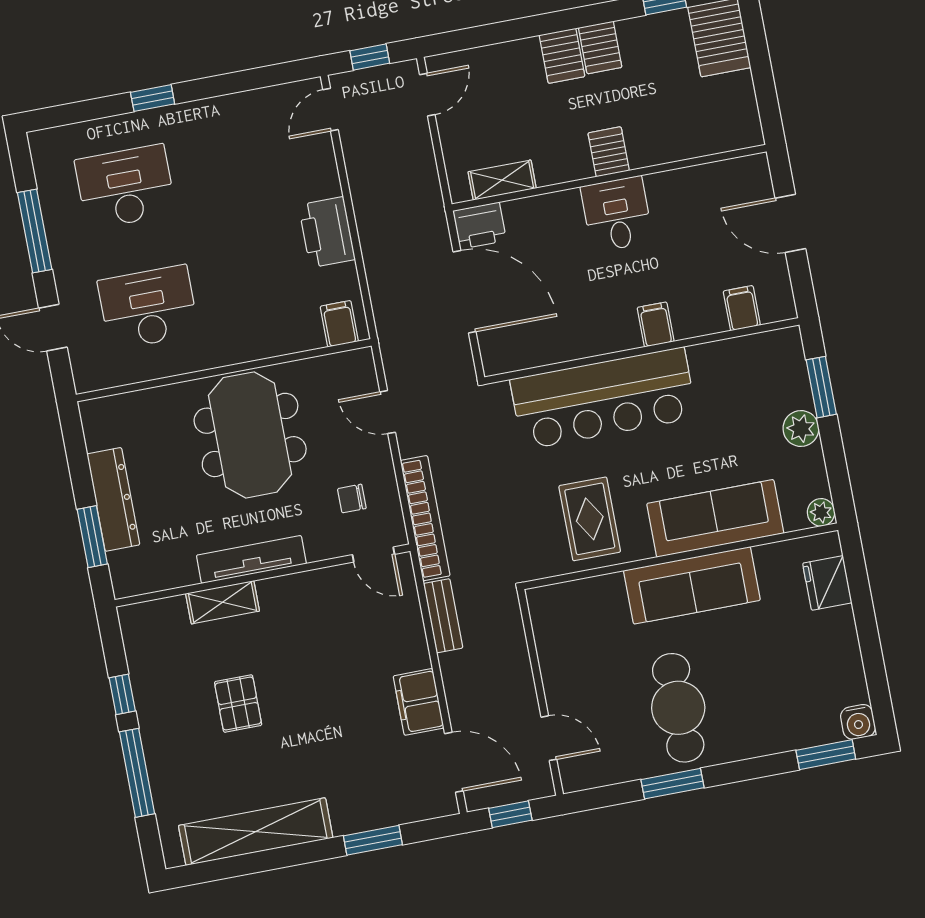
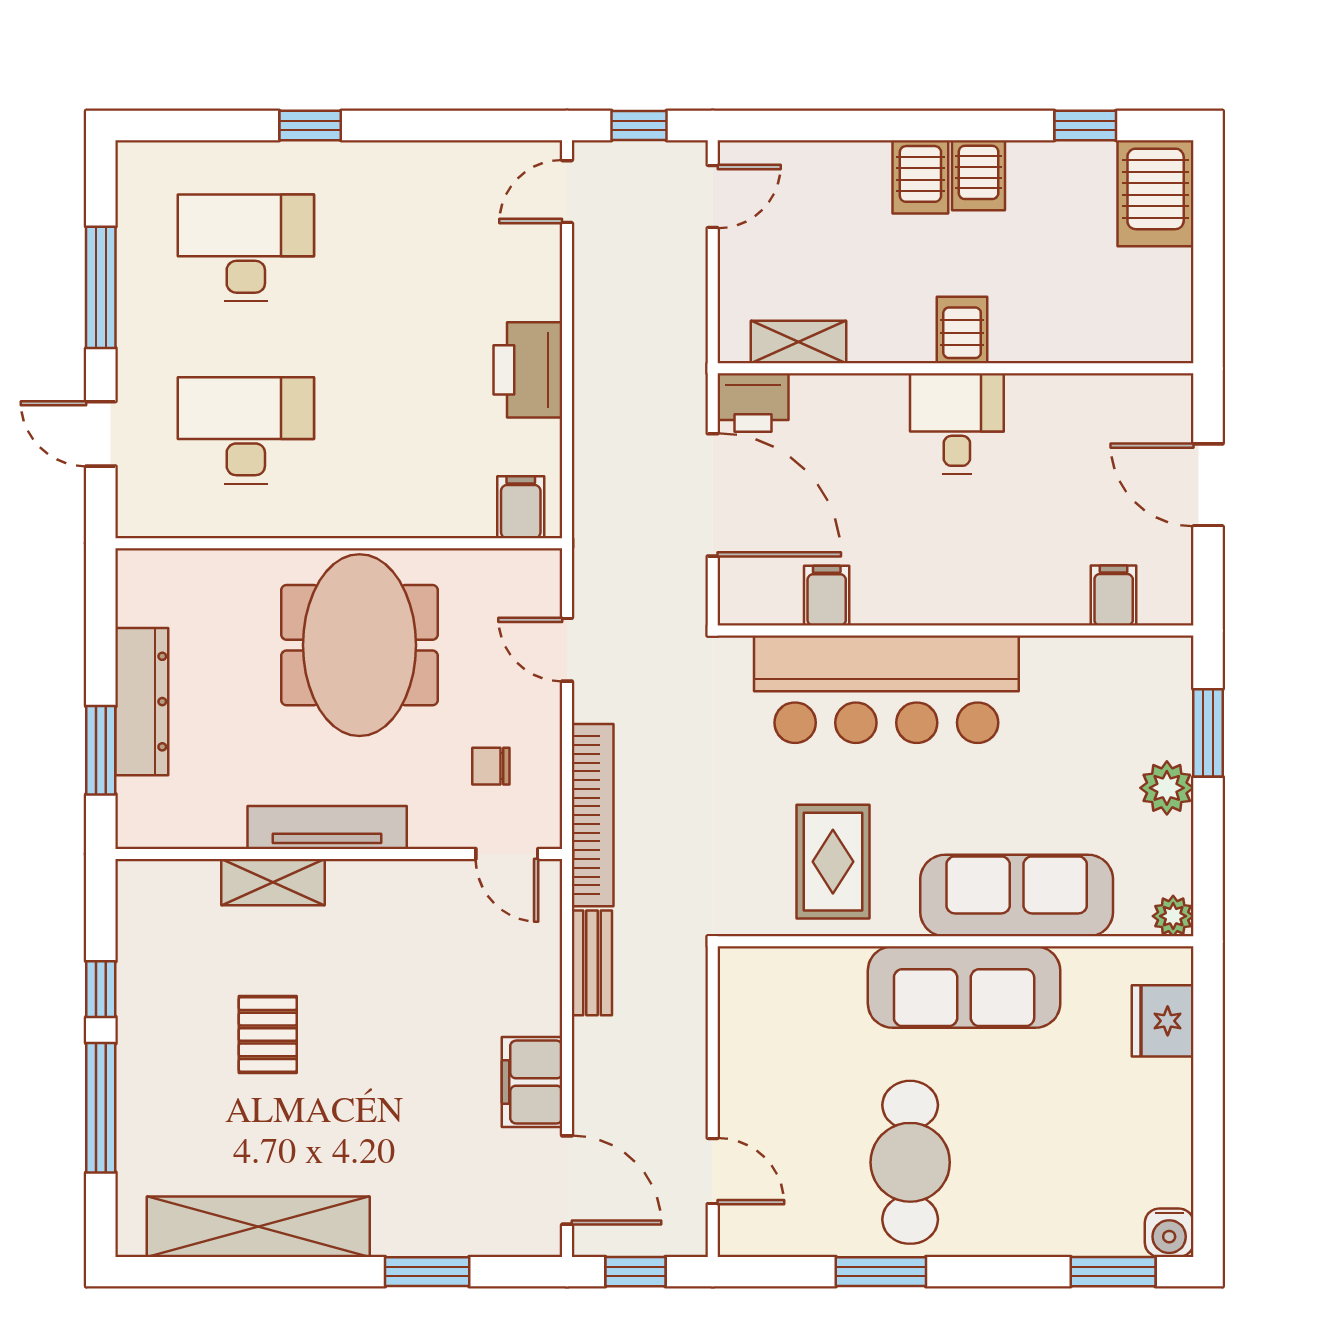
filing cabinet: (656, 325) -> (827, 596), moved

